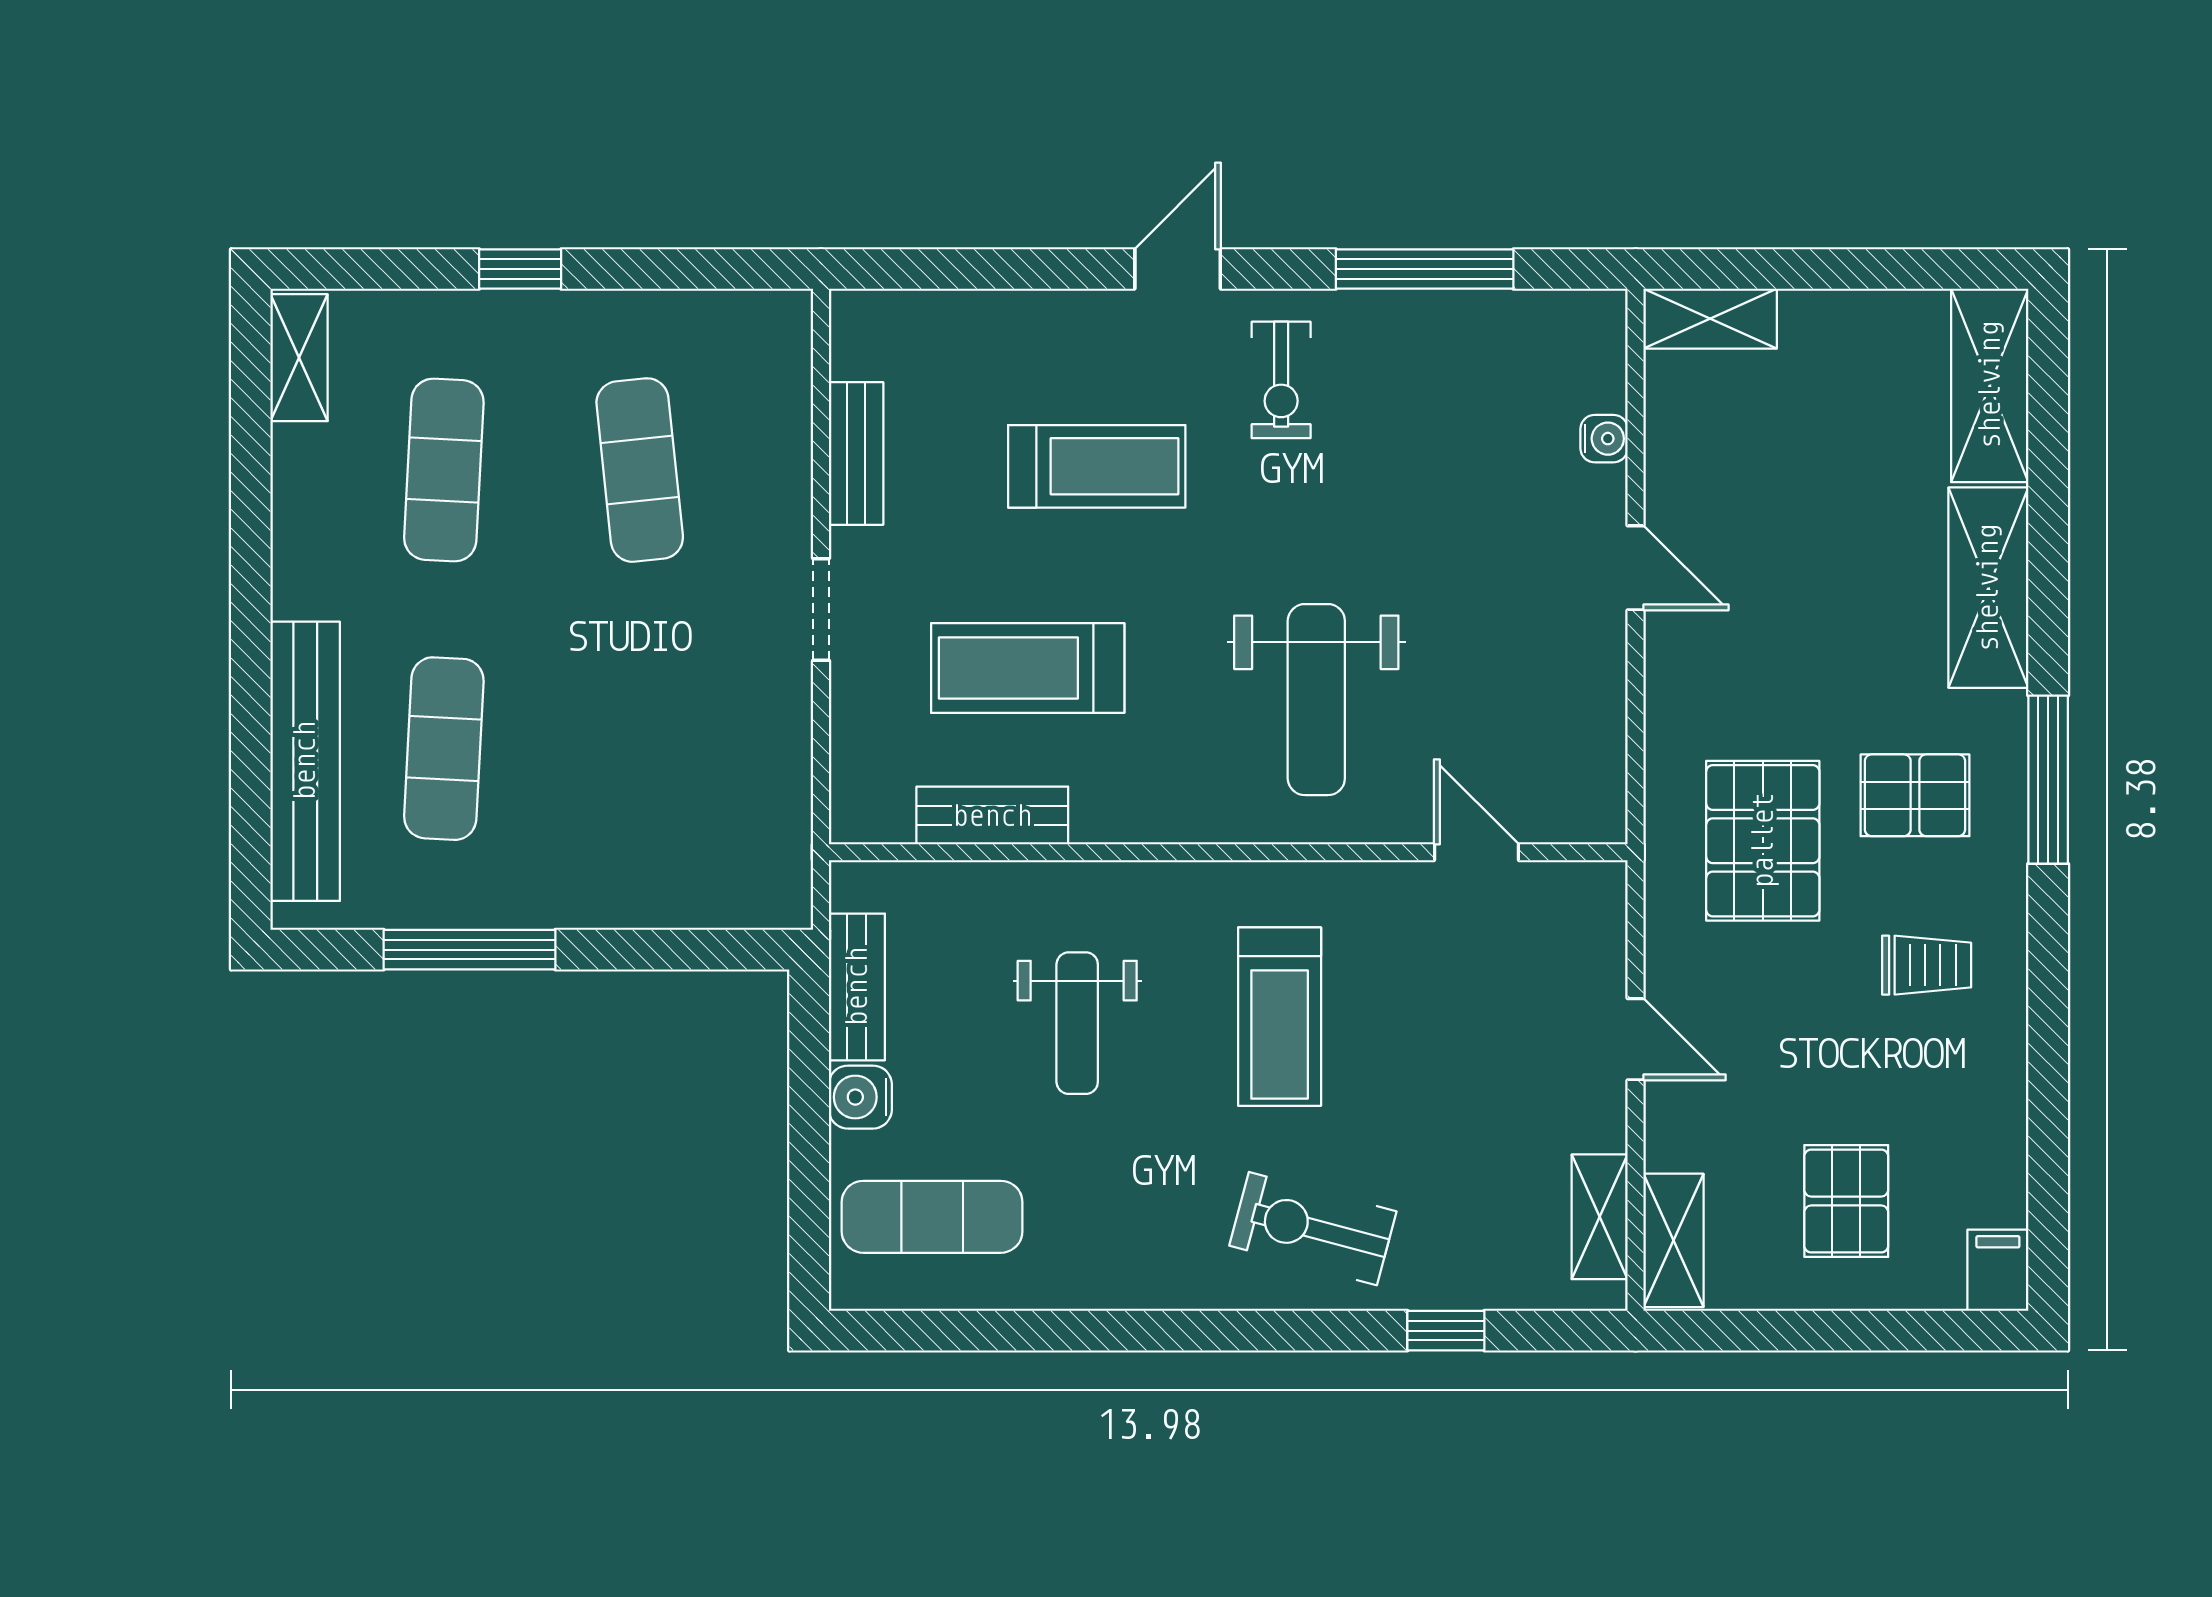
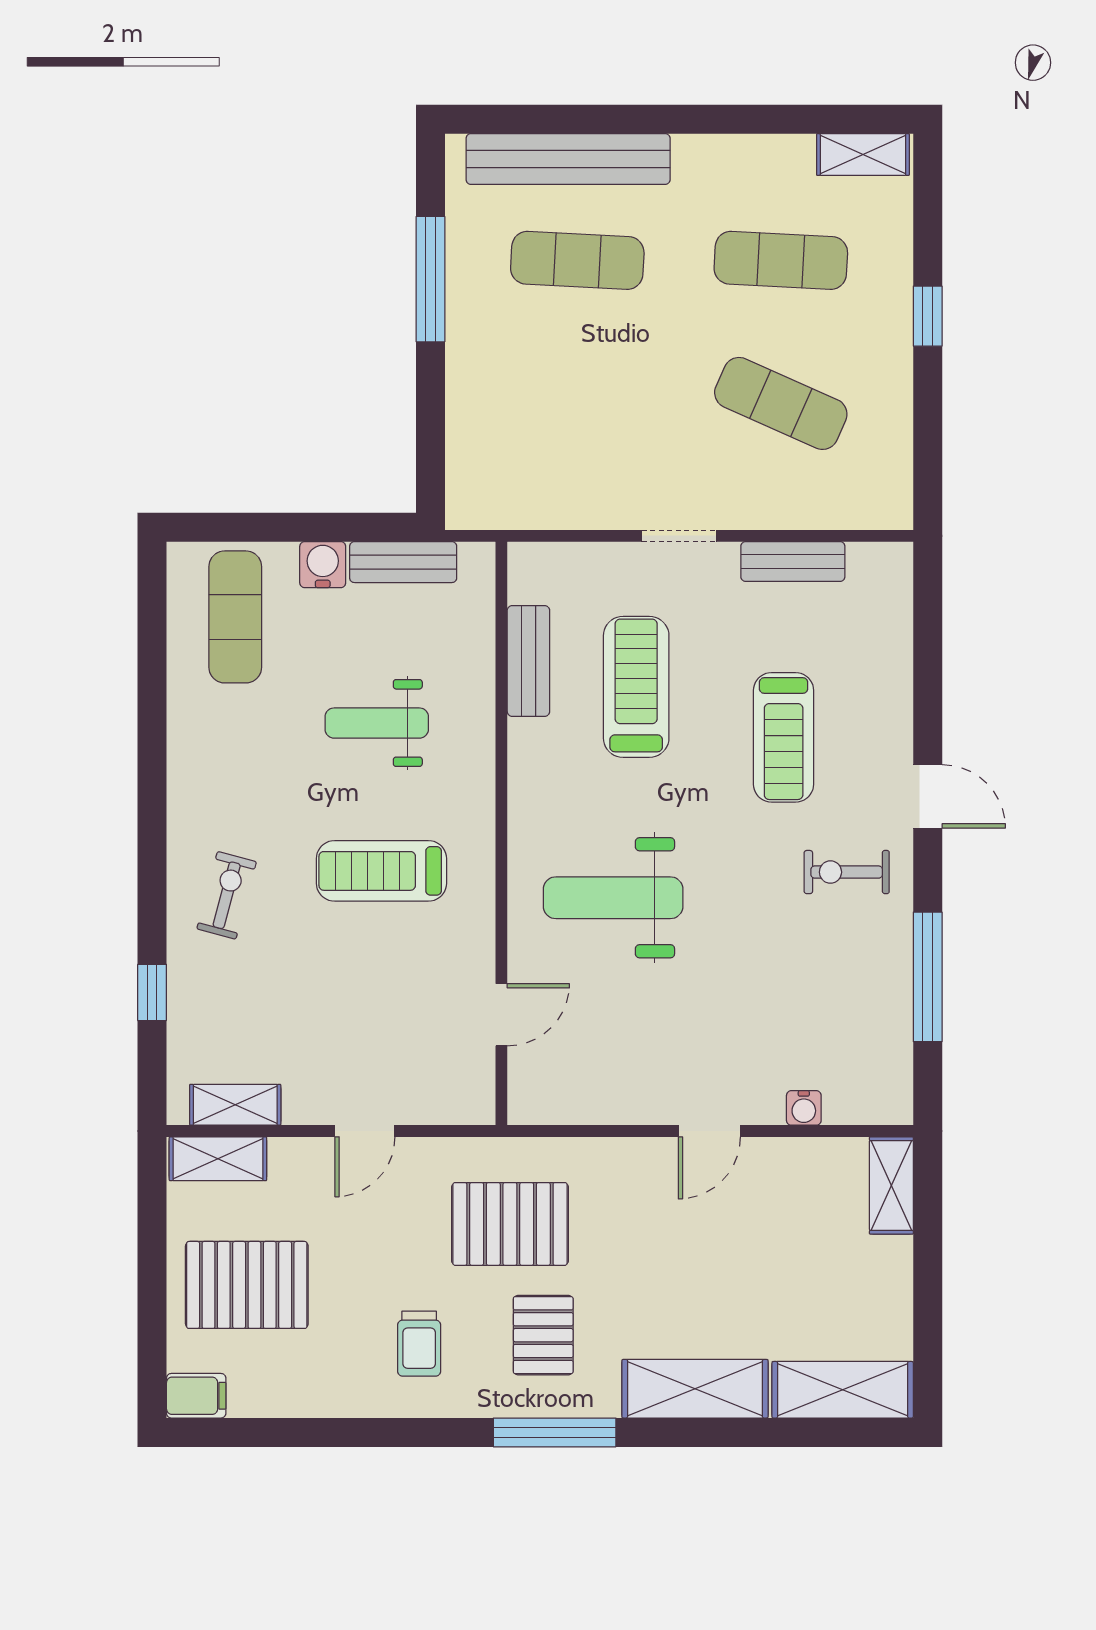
exercise mat: (640, 470) -> (781, 403), turned 30
pallet: (1846, 1201) -> (247, 1285), width x1.50, depth x1.42
exercise bike: (1313, 1229) -> (227, 895), width x0.73, depth x0.72

